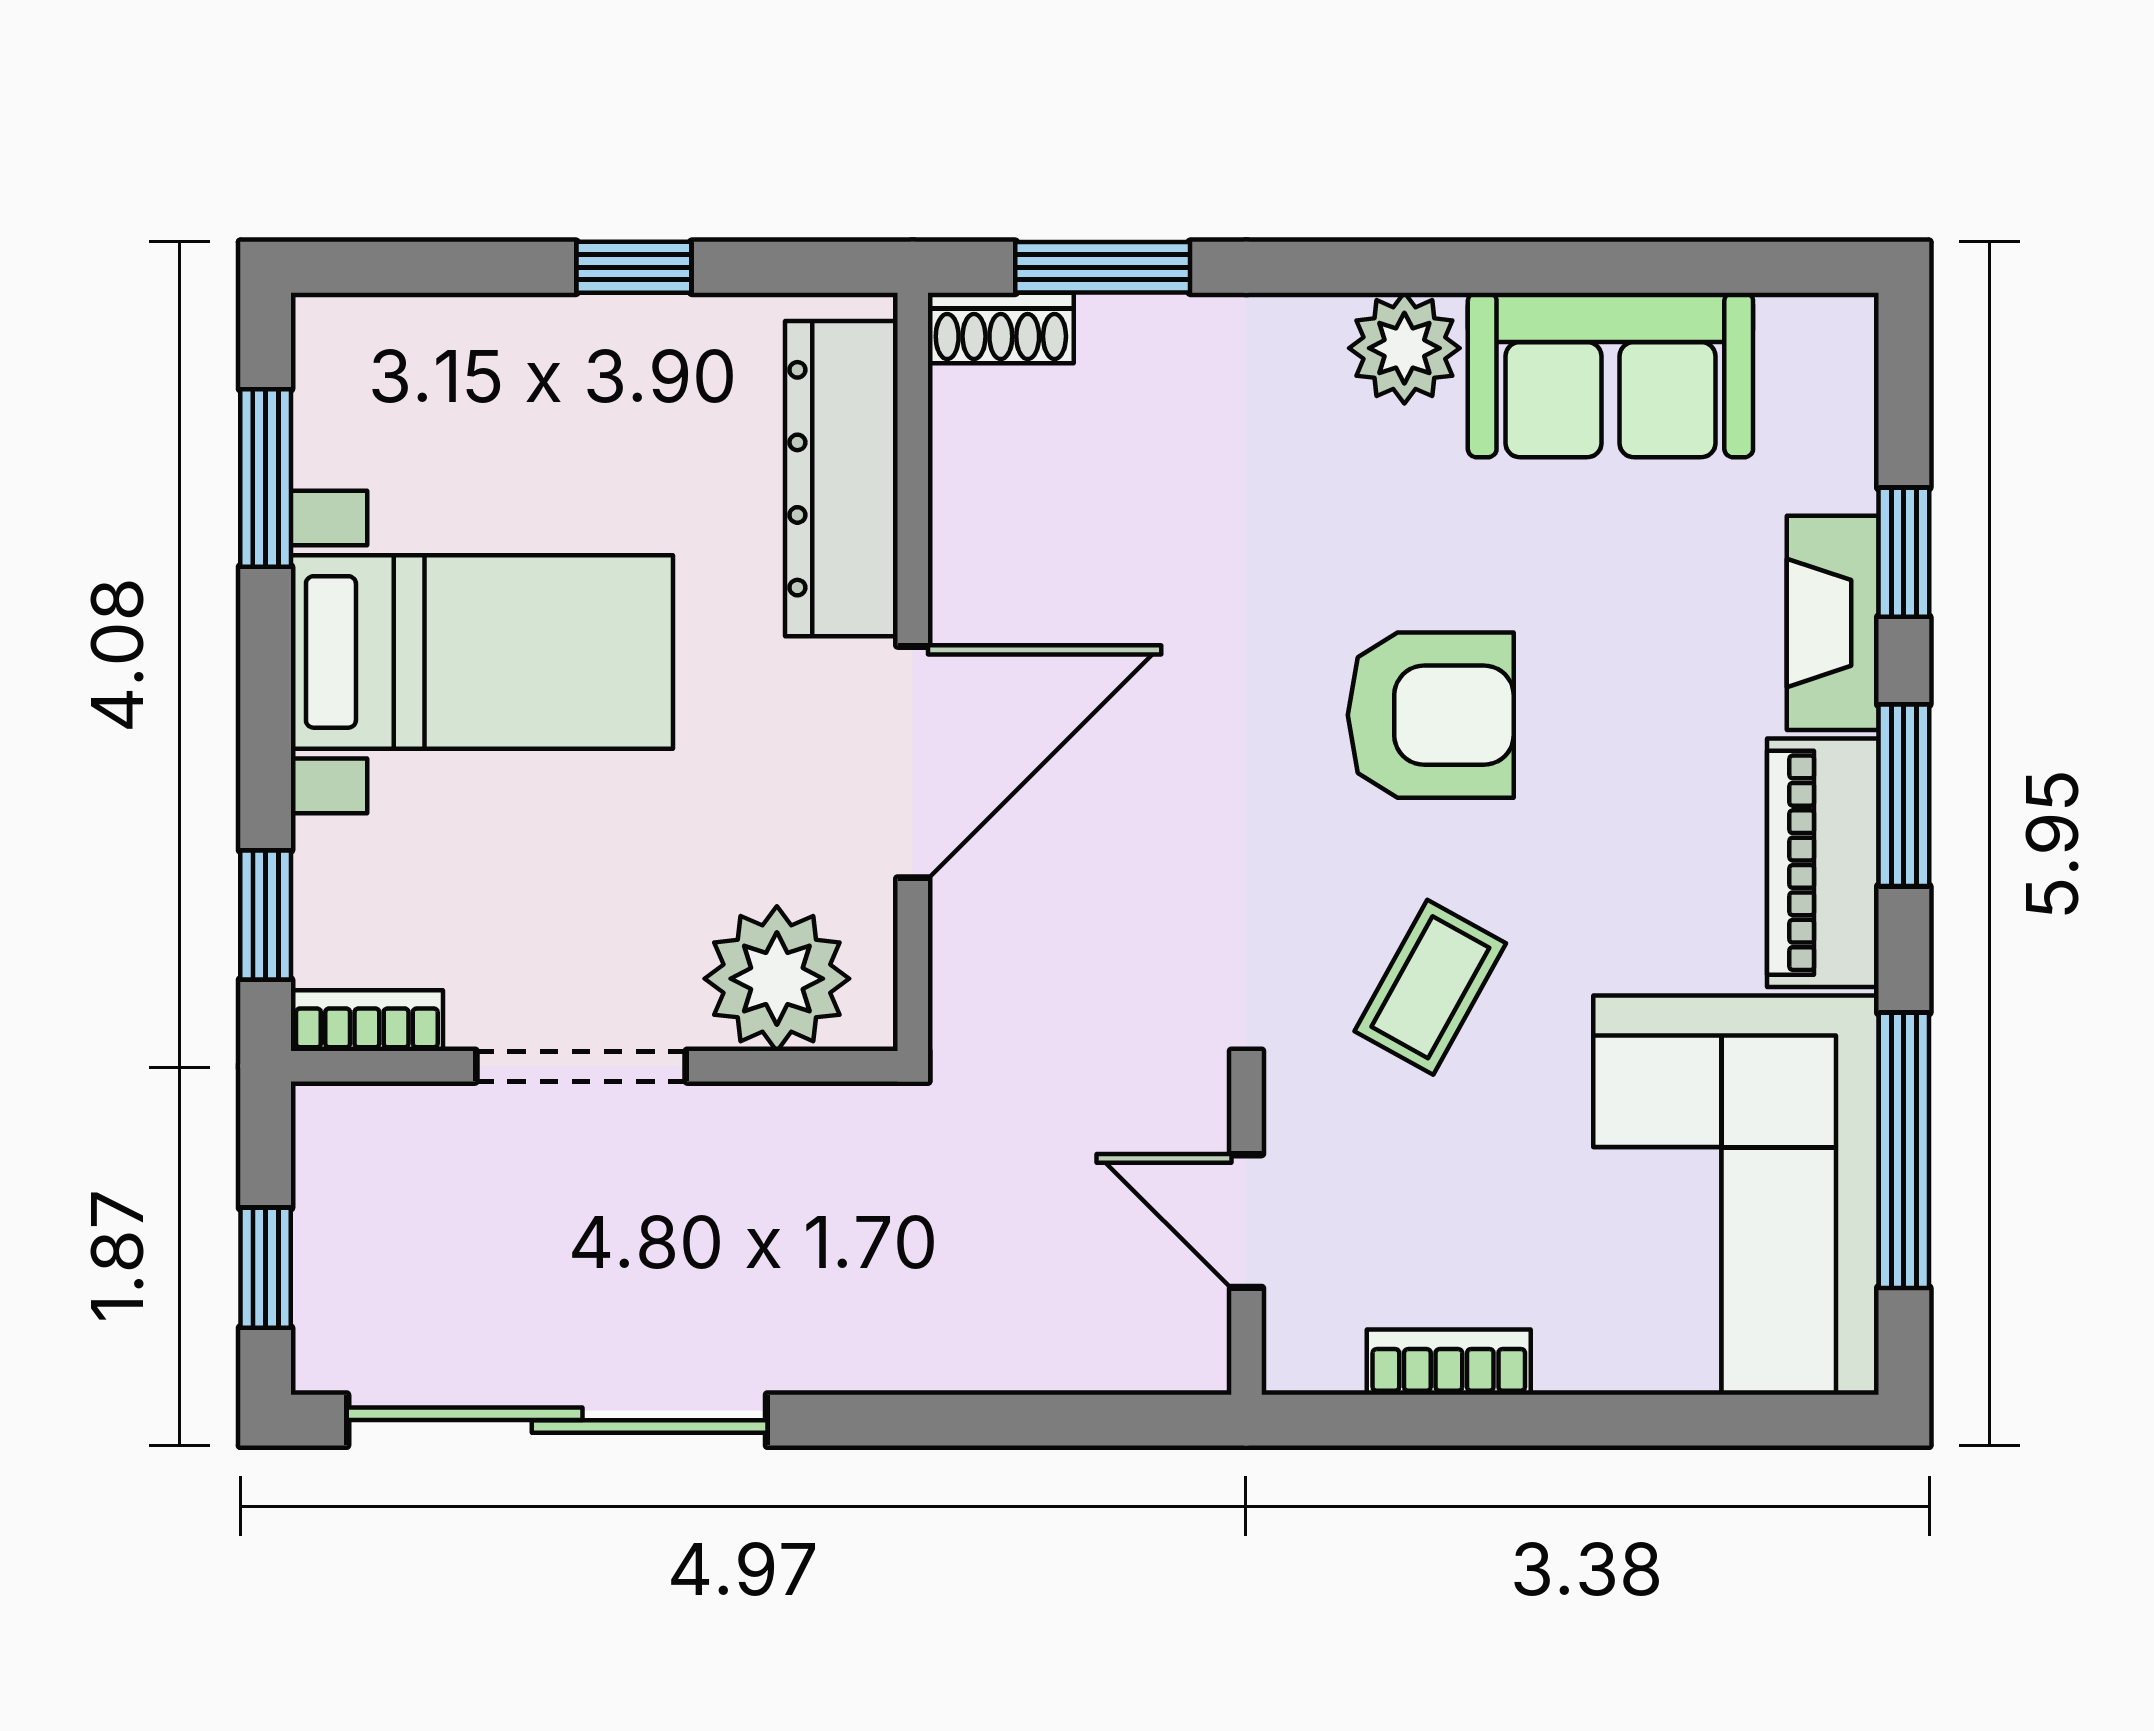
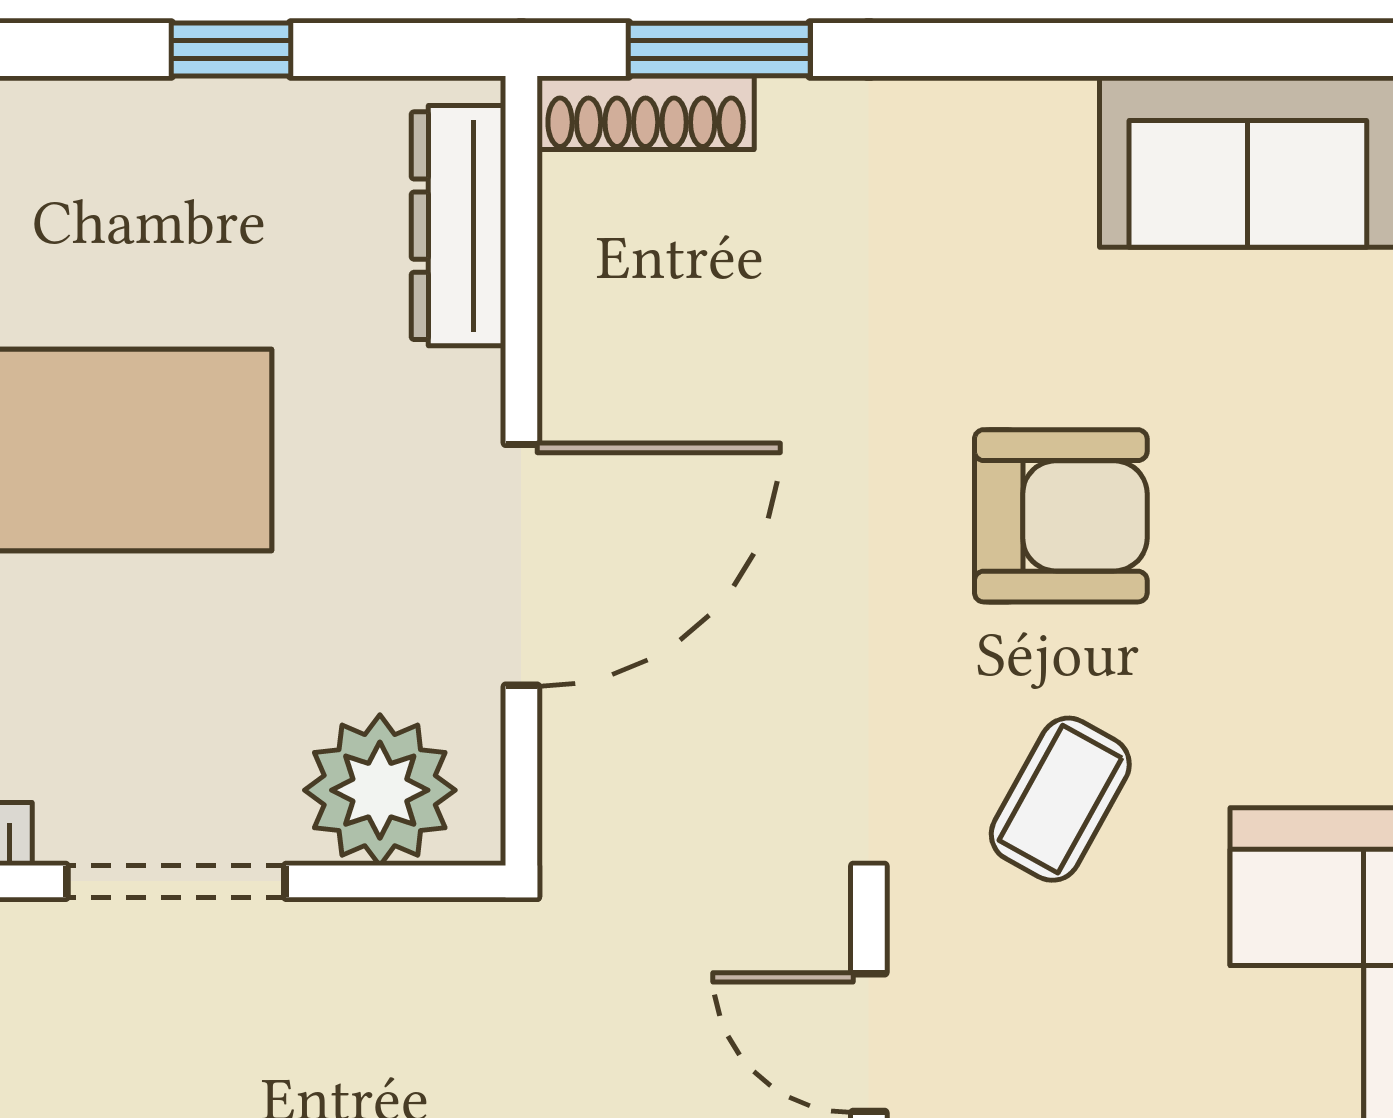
shoe rack: (1001, 328) -> (646, 113), width x1.43
plant: (1404, 348) -> (1033, 134), removed
dresser: (841, 479) -> (458, 226), width x0.73, depth x0.80

